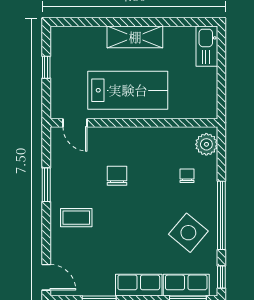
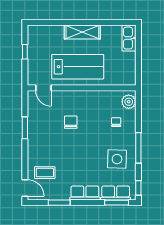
window: (221, 215) -> (138, 148), width x0.68
coffee table: (76, 218) -> (45, 173), moved
side table: (188, 233) -> (117, 159), turned -38

